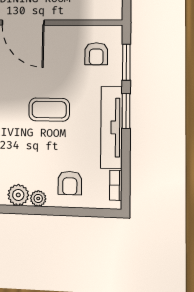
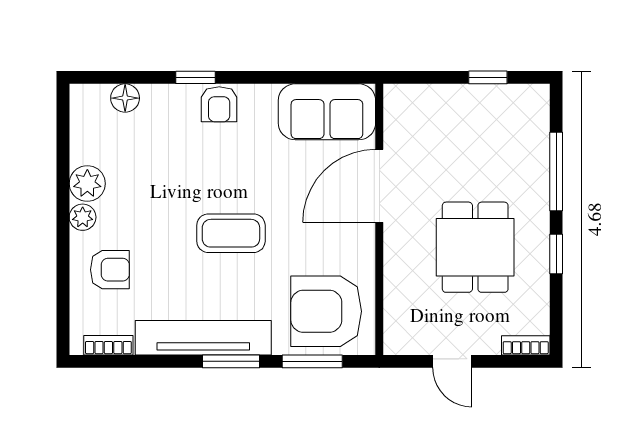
armchair: (96, 54) -> (326, 311), width x1.88, depth x1.88
coffee table: (49, 110) -> (231, 233), turned 90
armchair: (70, 183) -> (110, 270), turned 180

